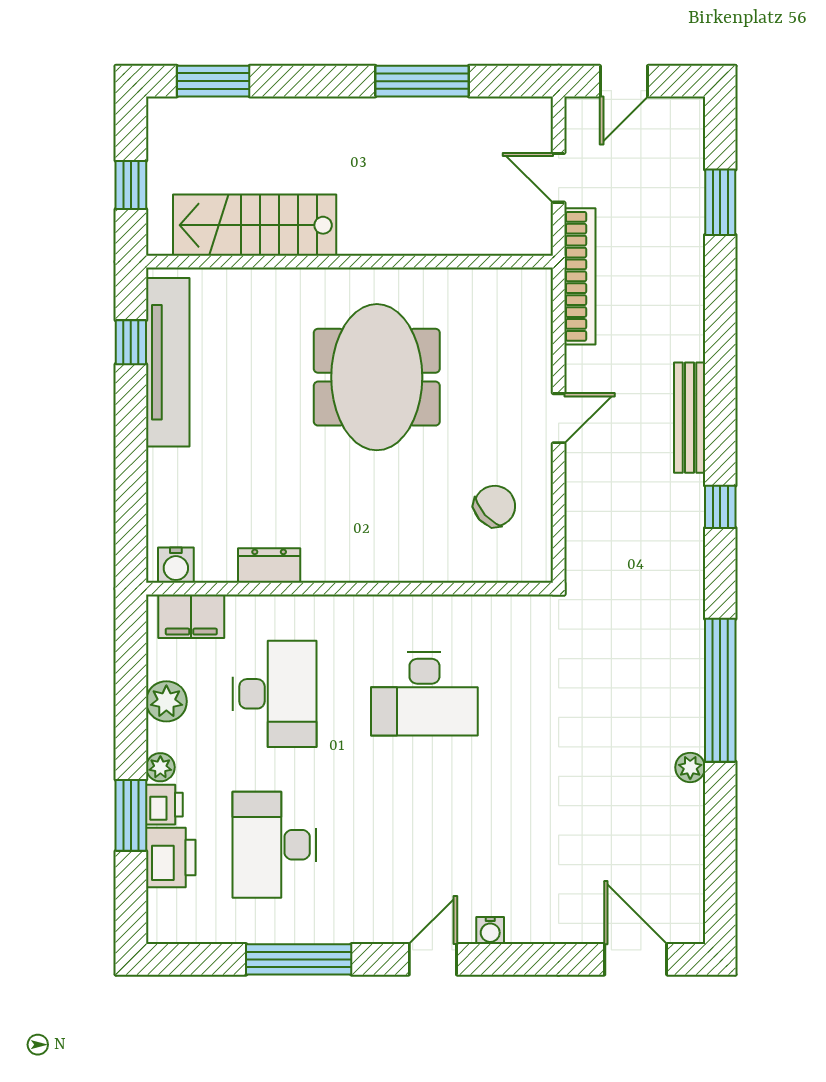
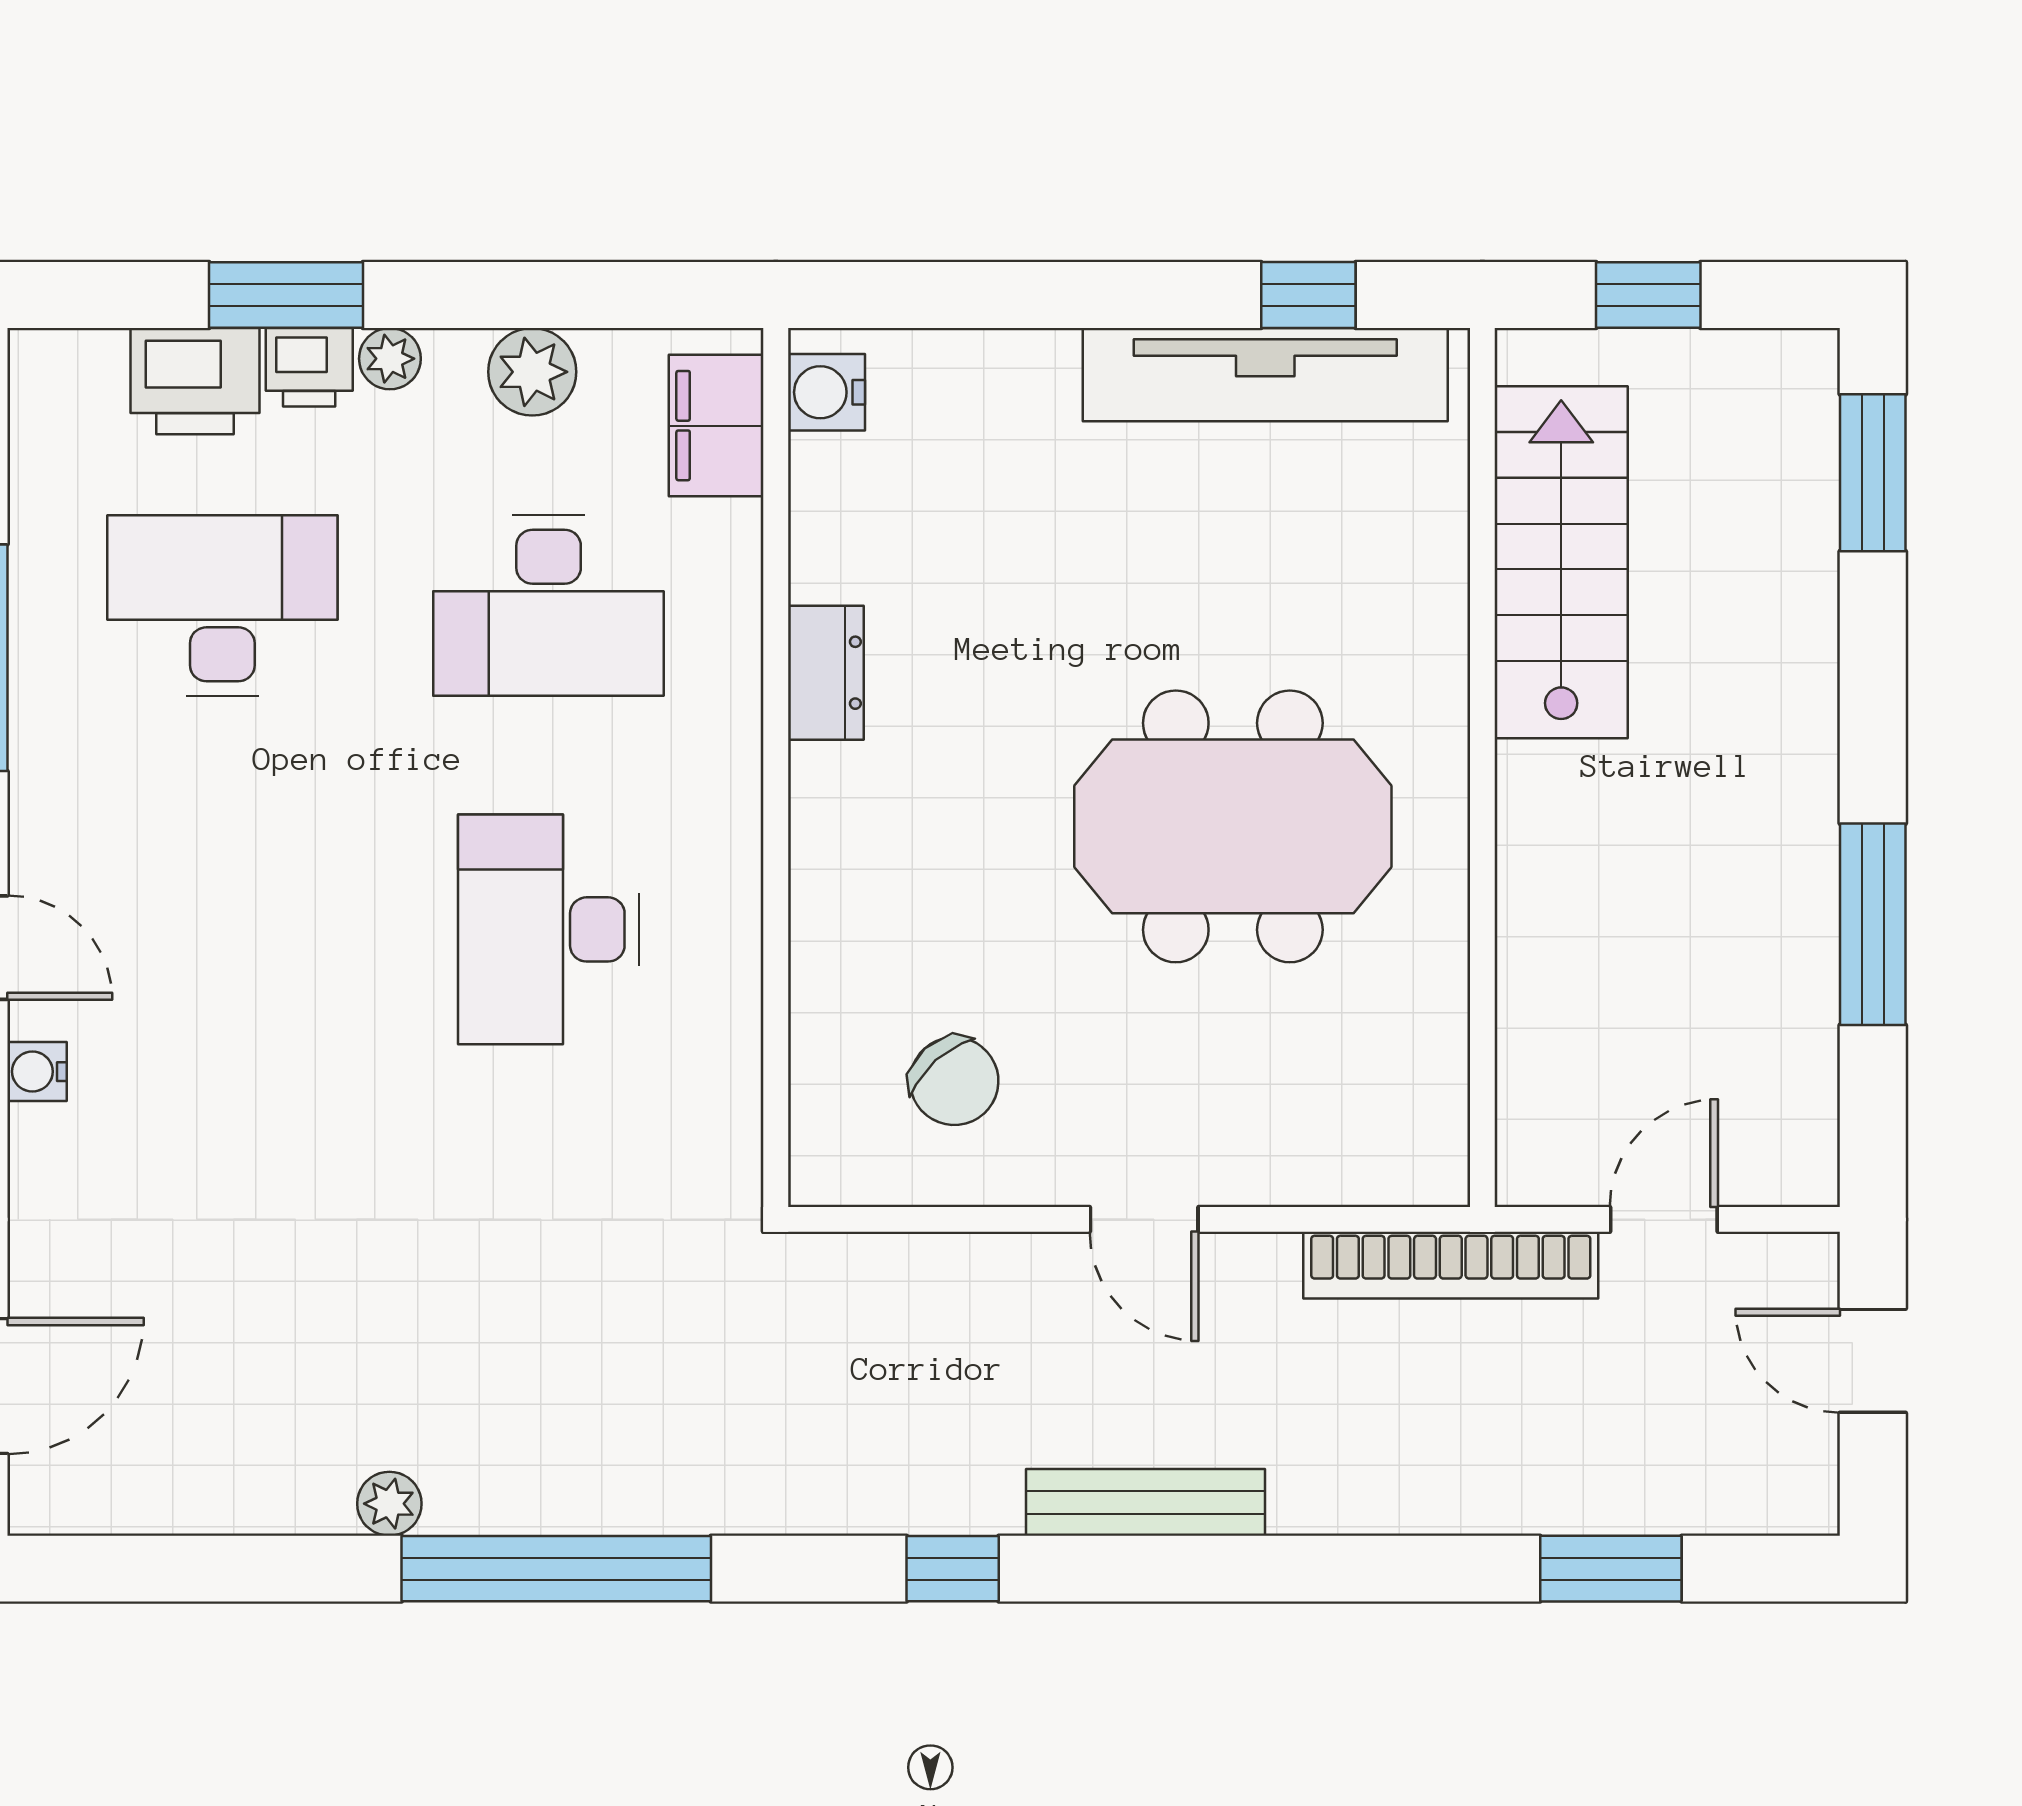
dresser: (269, 566) -> (826, 673), moved

